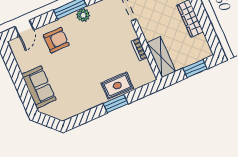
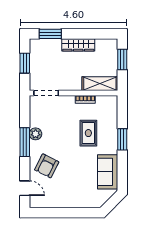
armchair: (56, 40) -> (47, 166), turned -153
rug: (117, 86) -> (88, 133), moved
sofa: (39, 87) -> (108, 172), moved, turned -90

